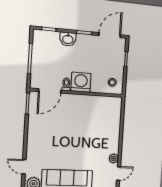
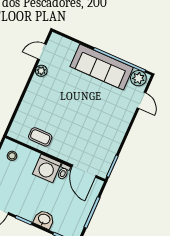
door: (50, 91) -> (84, 171), swing flipped
coffee table: (95, 106) -> (40, 137), added

